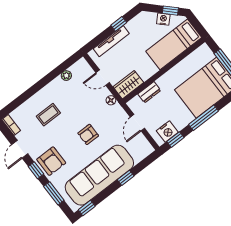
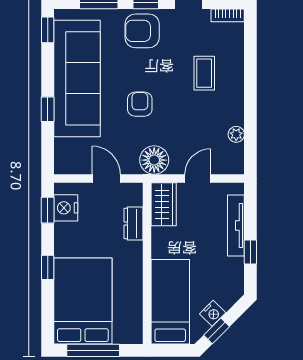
floor lamp: (111, 100) -> (154, 160), width x1.89, depth x1.89
window: (203, 118) -> (48, 267), width x0.46

